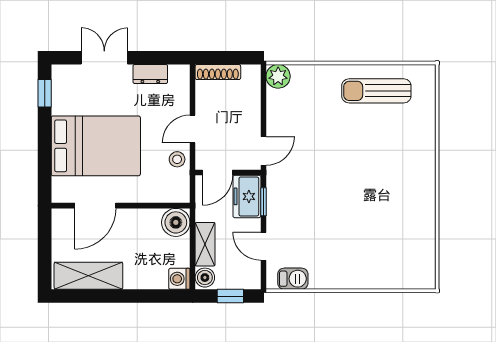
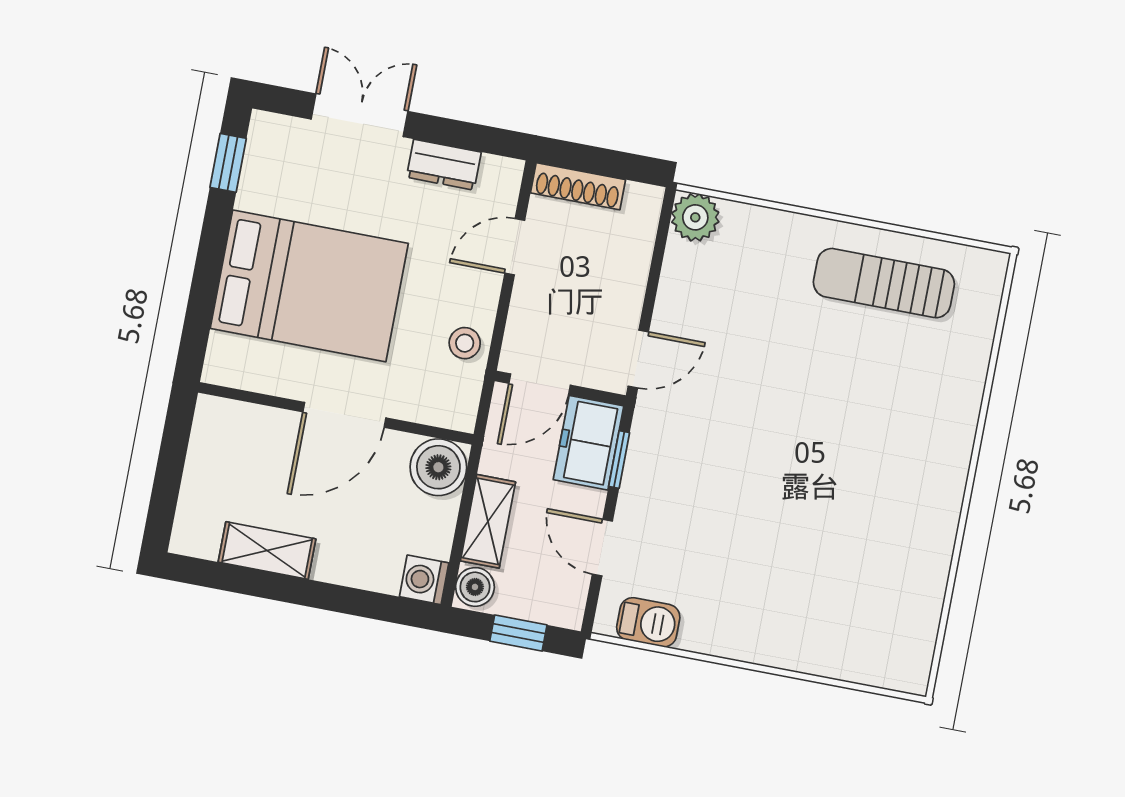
door: (193, 129) -> (515, 247), moved
door: (95, 206) -> (344, 415), moved
shelving: (88, 276) -> (267, 551), width x0.67, depth x0.75

